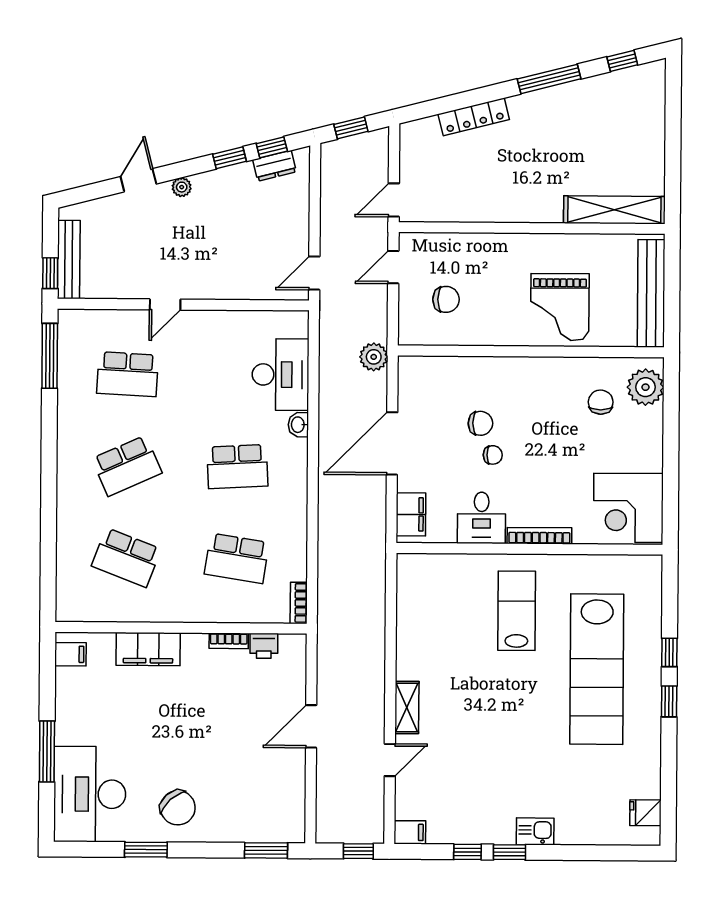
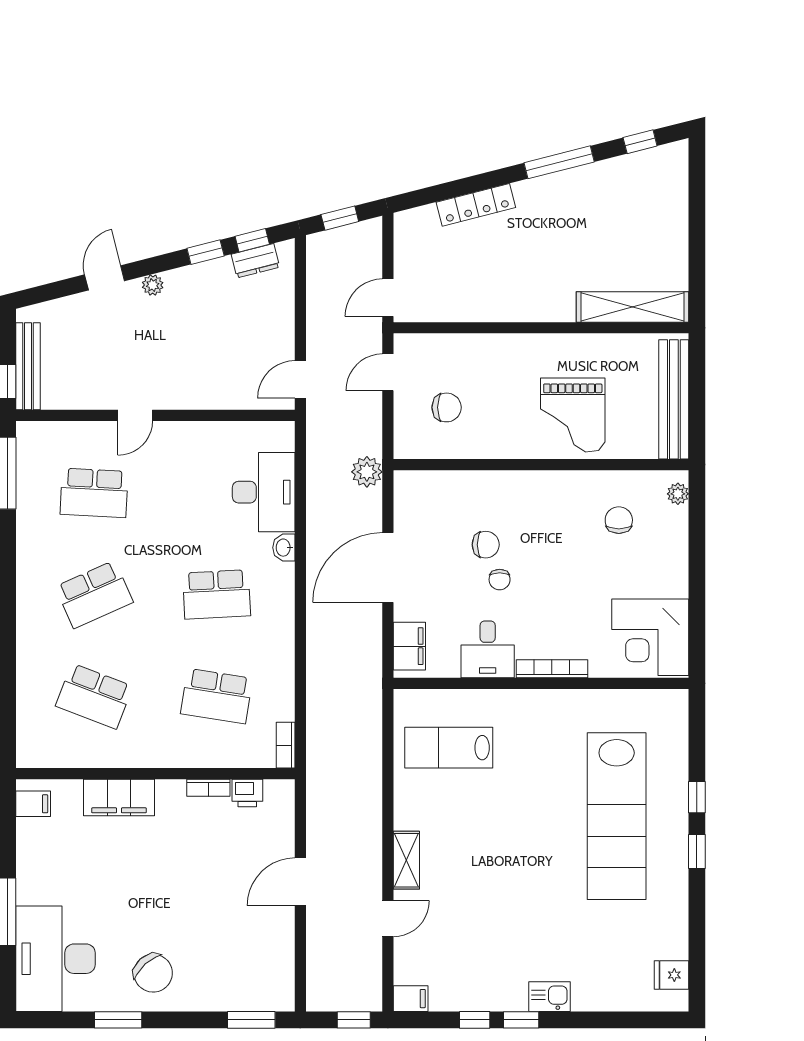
plant: (646, 387) -> (678, 494), width x0.53, depth x0.53
chair: (493, 455) -> (500, 580), turned 90
lab bench: (517, 611) -> (449, 748), moved, turned -90

